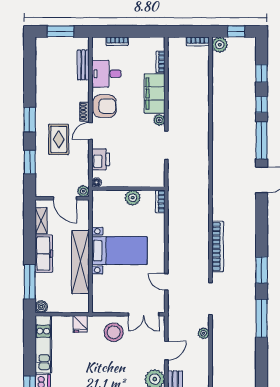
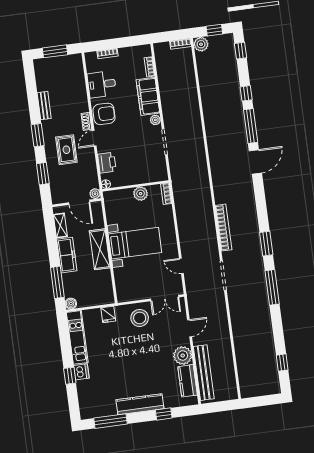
bench: (83, 65) -> (44, 106), moved
window: (262, 73) -> (240, 51), moved
shelving: (80, 262) -> (100, 249), width x0.68
plant: (204, 333) -> (221, 308), removed

